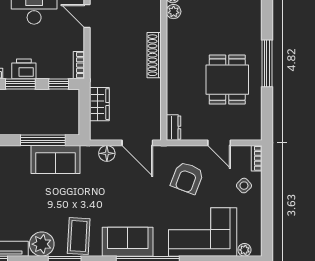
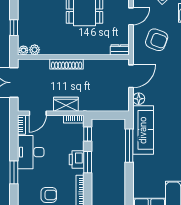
wardrobe: (99, 104) -> (66, 104), moved
sofa: (55, 160) -> (143, 130), width x1.36

